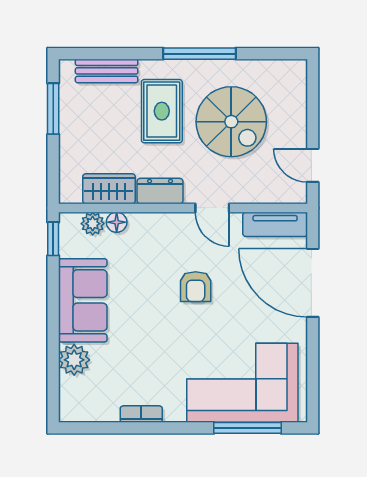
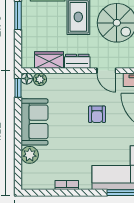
floor lamp: (117, 222) -> (27, 79), moved

